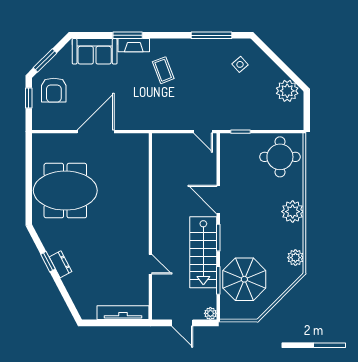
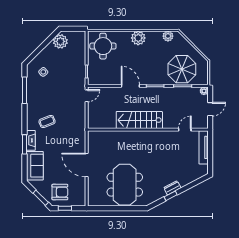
door: (218, 199) -> (130, 86), swing flipped
stairs: (203, 252) -> (139, 120), moved, turned 180
door: (150, 264) -> (185, 130), moved

